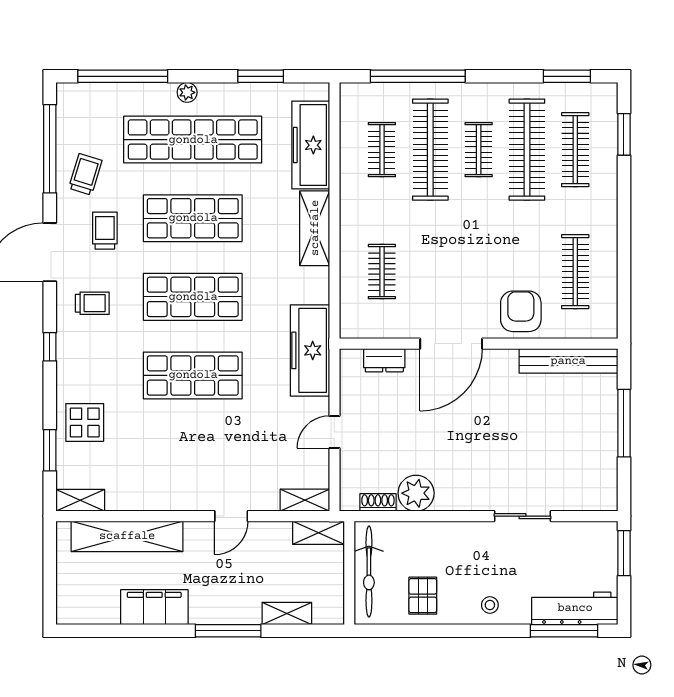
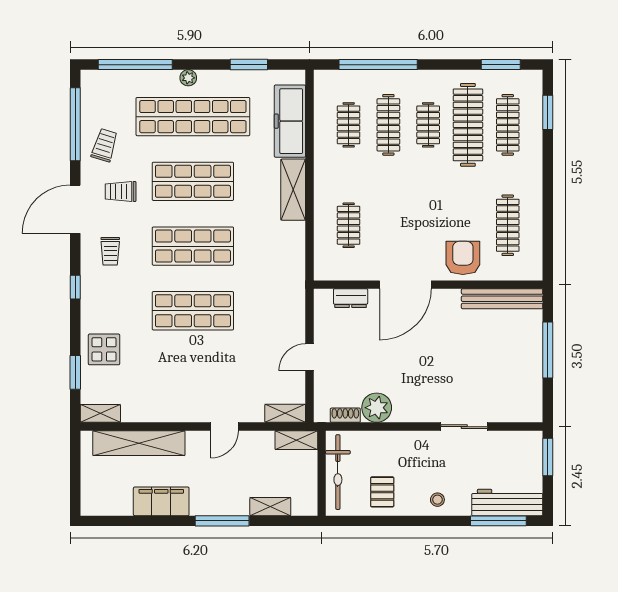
clothes rail: (430, 150) -> (388, 125), width x0.73, depth x0.76
trolley: (105, 231) -> (121, 191), turned -90
trolley: (92, 303) -> (110, 251), turned 90
freezer: (310, 350) -> (289, 290), removed

